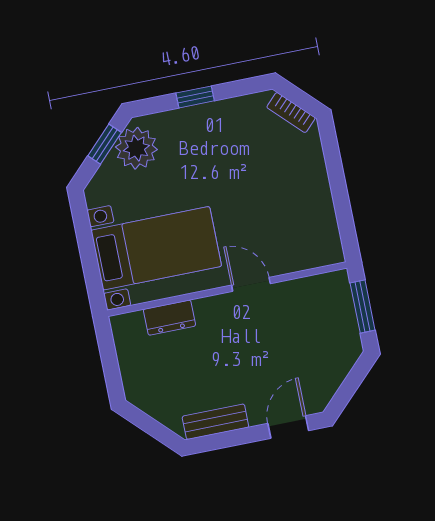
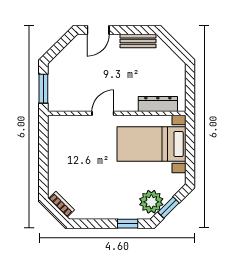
window: (195, 97) -> (128, 224), moved
door: (251, 284) -> (103, 113), swing flipped
dresser: (169, 318) -> (158, 104), width x1.44

